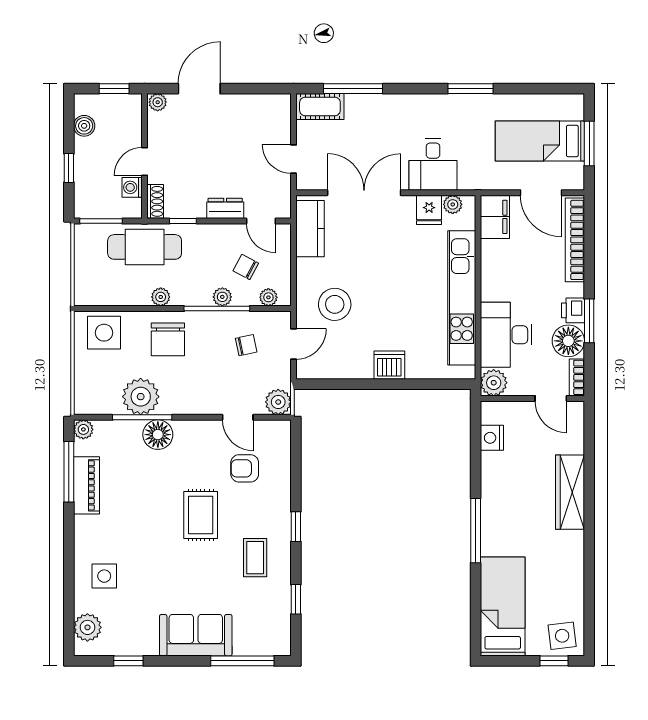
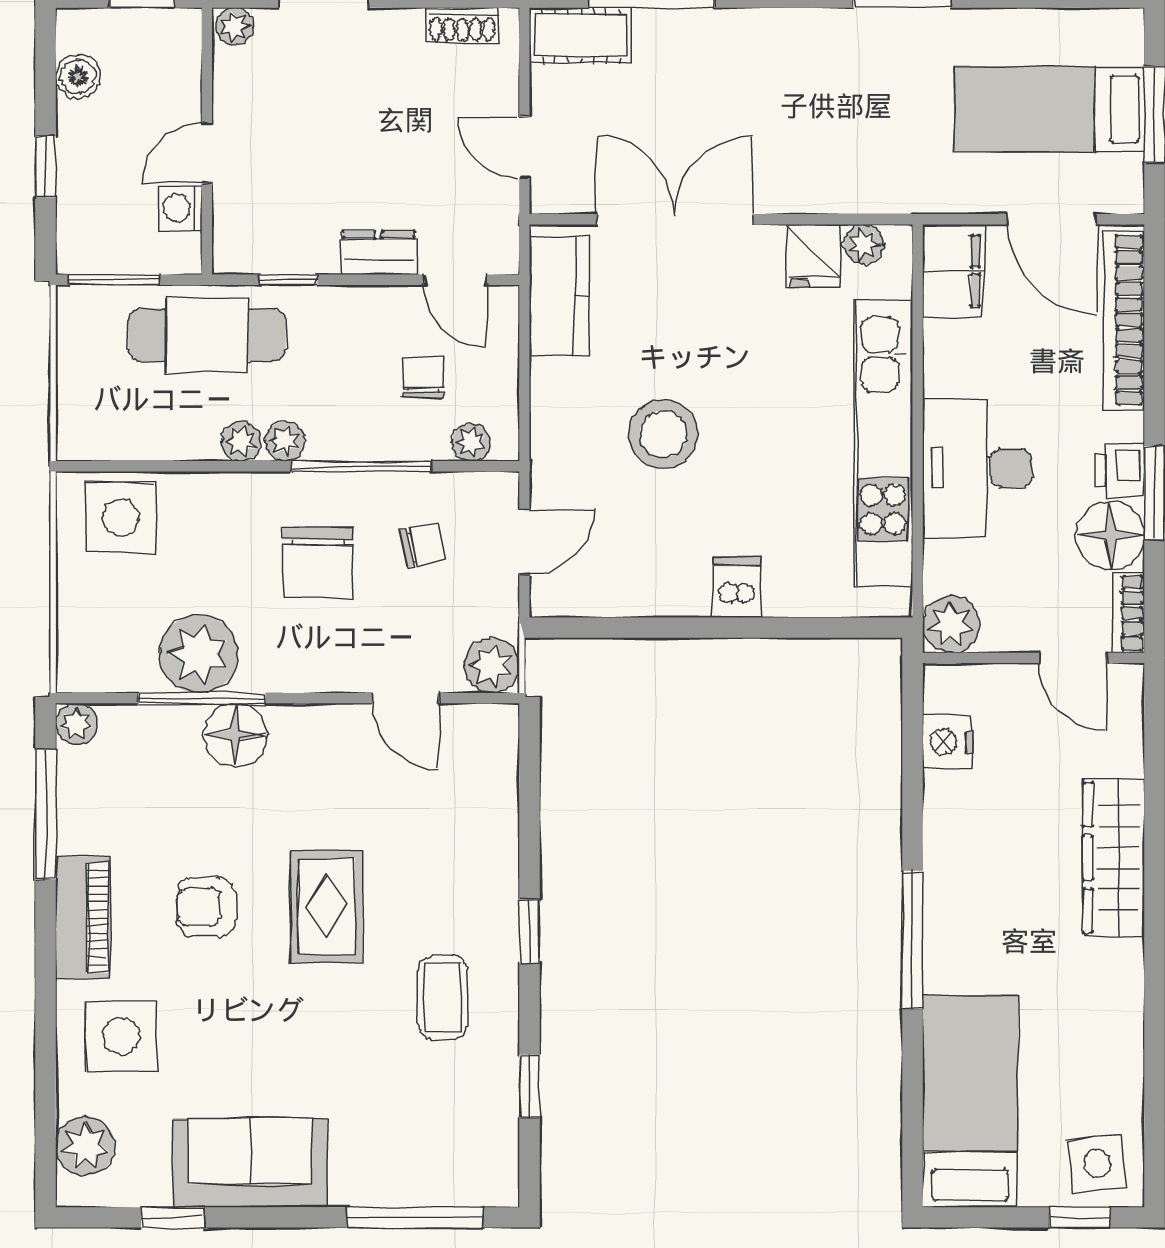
desk: (433, 165) -> (822, 159), removed
shoe rack: (155, 201) -> (463, 25), moved, turned 90
chair: (246, 267) -> (423, 378), turned 62
plant: (222, 297) -> (285, 441), moved
stool: (335, 304) -> (663, 434), moved
desk: (506, 335) -> (977, 468), moved
chair: (168, 339) -> (318, 563), moved
dishwasher: (389, 365) -> (737, 587), width x0.73
armchair: (245, 468) -> (206, 907), moved
piano: (86, 485) -> (83, 918), moved
side table: (104, 576) -> (121, 1037), width x1.37, depth x1.37
sofa: (196, 635) -> (250, 1163), moved

